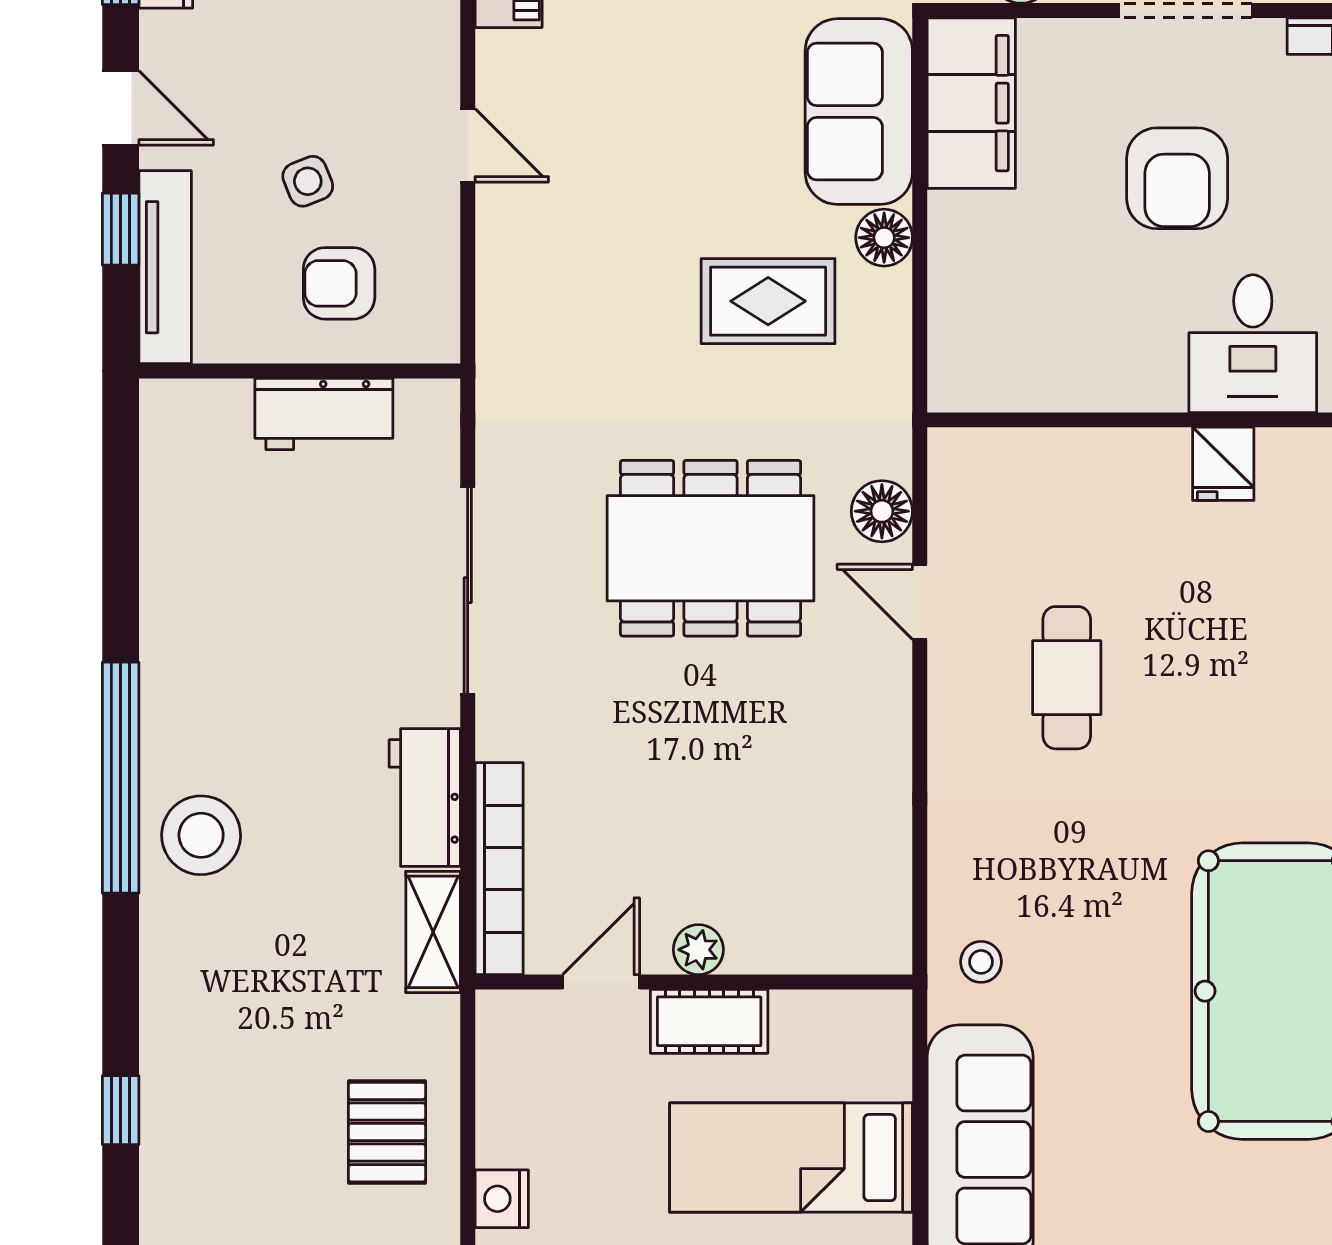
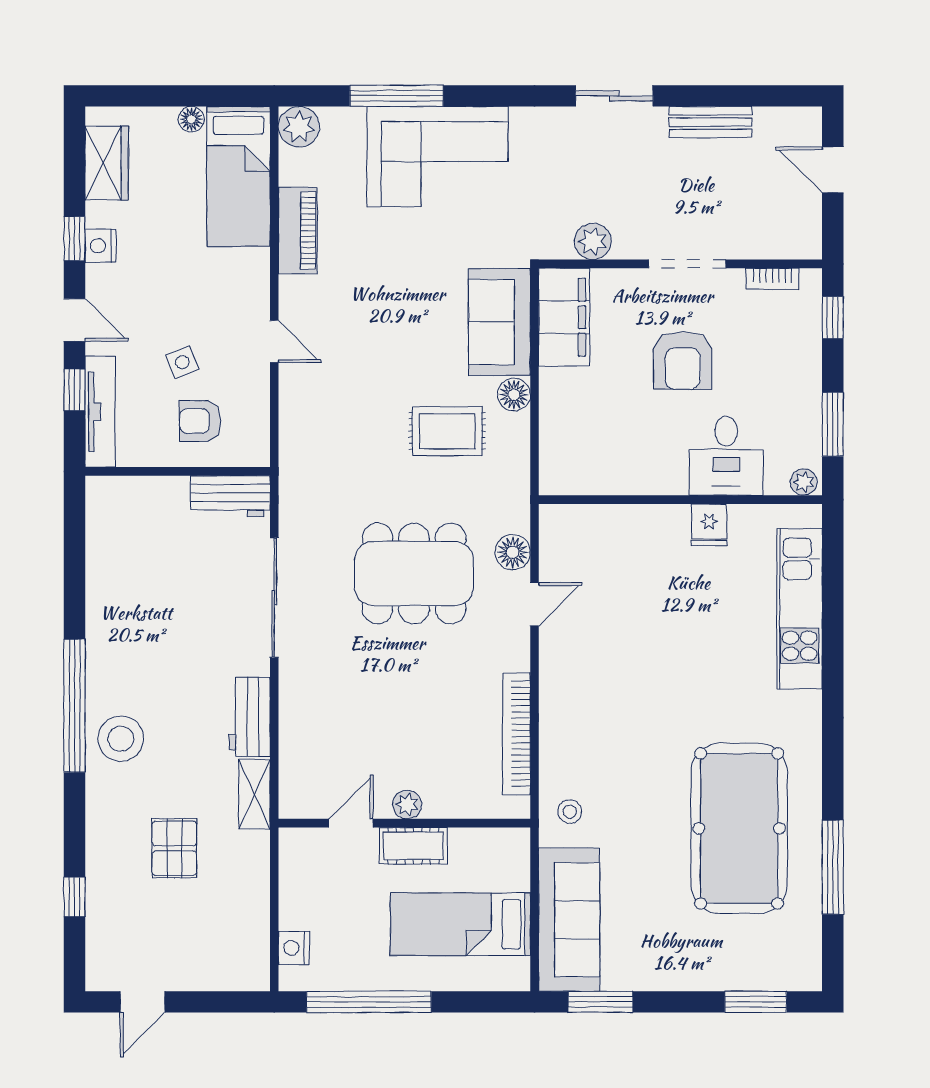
workbench: (324, 414) -> (230, 496), moved
door: (920, 602) -> (535, 604), swing flipped
cafe table: (1067, 678) -> (619, 648), removed
bookcase: (499, 869) -> (516, 734), moved, turned 180
pallet: (387, 1132) -> (174, 848), moved

